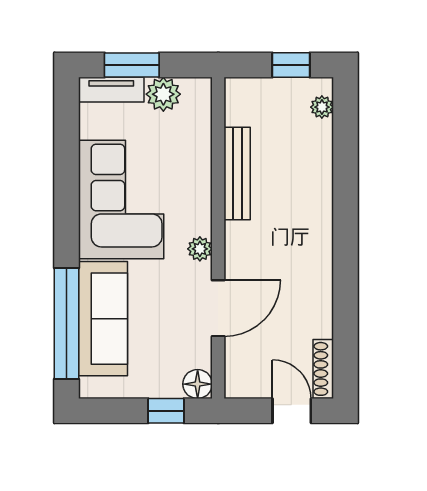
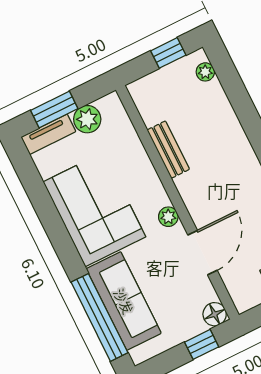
bench: (237, 174) -> (168, 150), width x0.73

